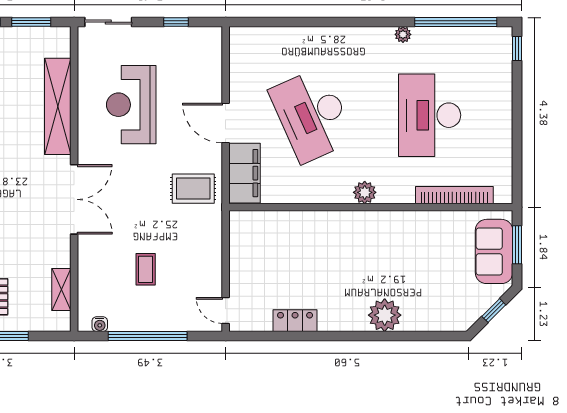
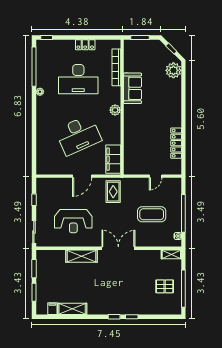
shelving: (58, 106) -> (81, 256), width x0.68
locker: (502, 130) -> (85, 45), added
filing cabinet: (244, 173) -> (113, 159), moved, turned -90
sofa: (494, 251) -> (132, 88), moved, turned -90
coffee table: (146, 269) -> (152, 214), width x1.86, depth x1.72
shelving: (61, 290) -> (171, 254), moved
door: (226, 311) -> (156, 176), moved
plant: (385, 315) -> (173, 70), moved
locker: (295, 321) -> (176, 143), width x1.53

